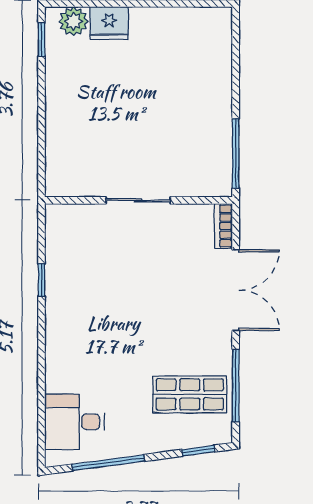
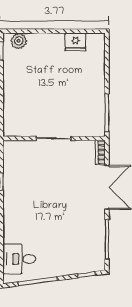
fridge: (109, 23) -> (76, 42), moved
shop shelf: (190, 394) -> (82, 244), removed

